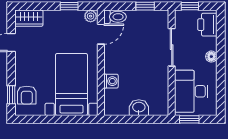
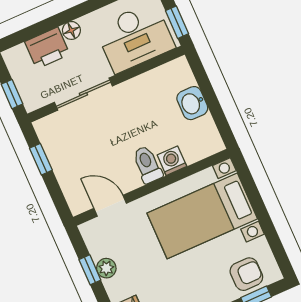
plant: (91, 16) -> (106, 268), moved
toilet: (115, 17) -> (147, 165), moved
printer: (207, 25) -> (47, 48), moved

